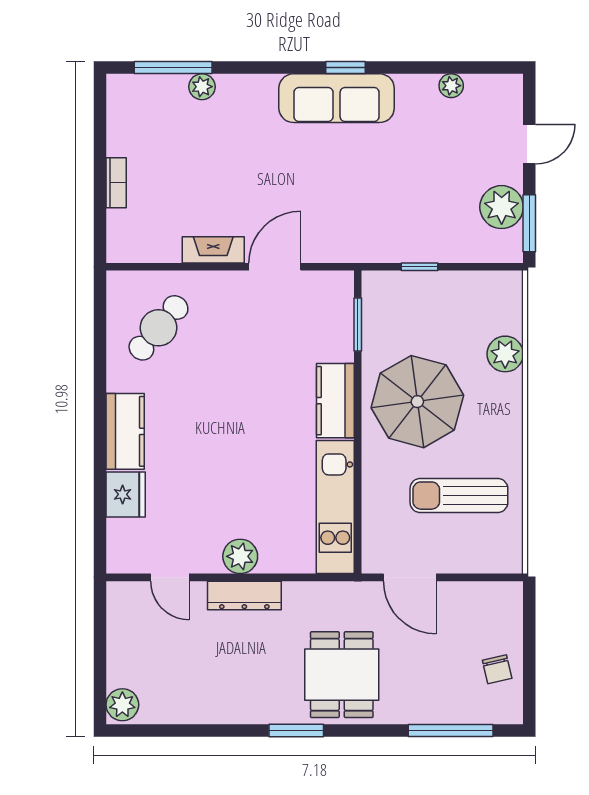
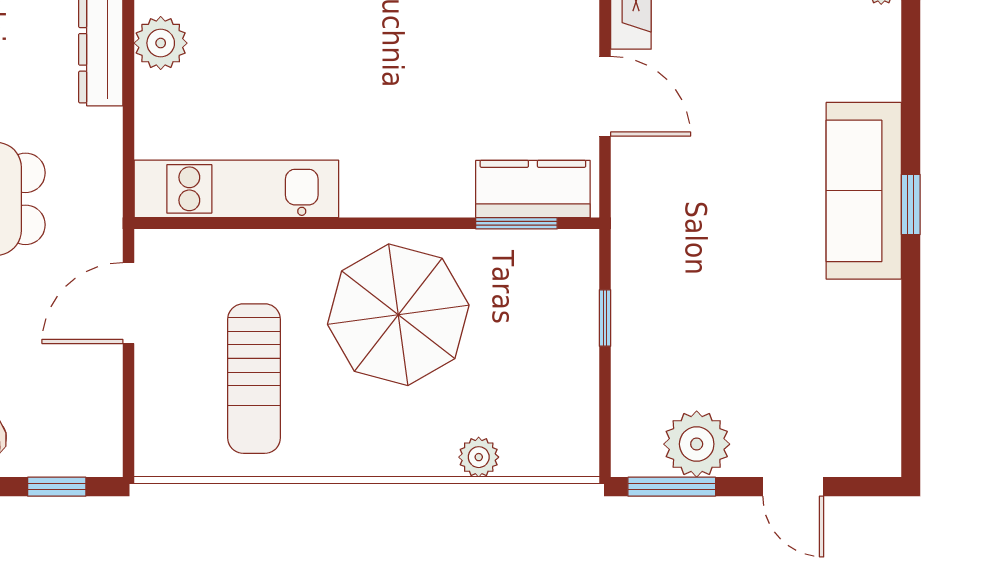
plant: (451, 86) -> (883, 367), removed
plant: (505, 354) -> (479, 457), width x0.73, depth x0.73
kitchen counter: (335, 401) -> (533, 189), moved
sun lounger: (459, 496) -> (254, 379), turned 180
window: (529, 624) -> (57, 487), added

